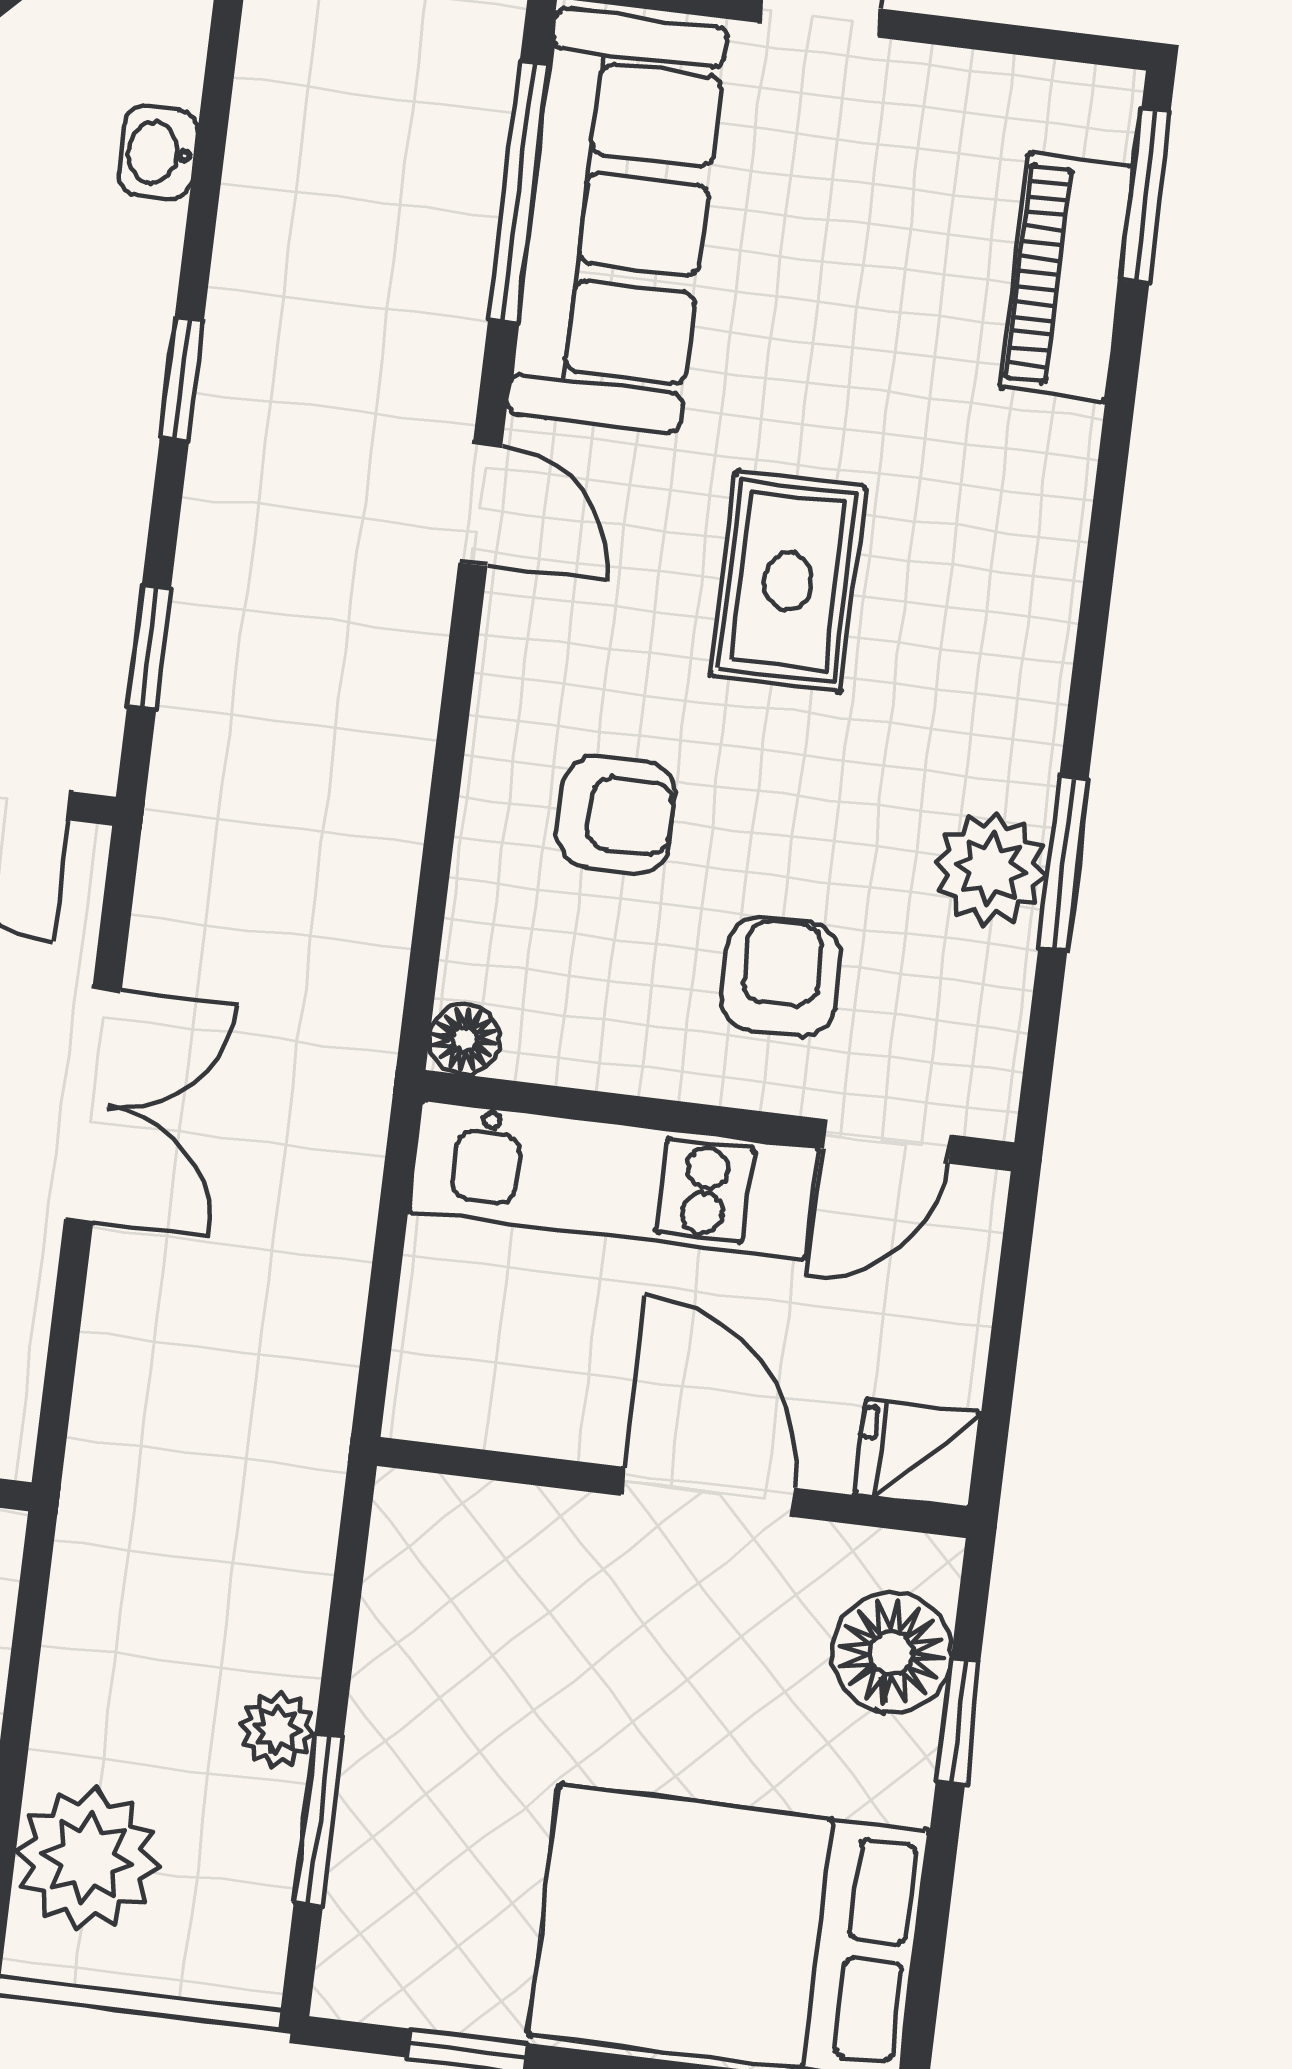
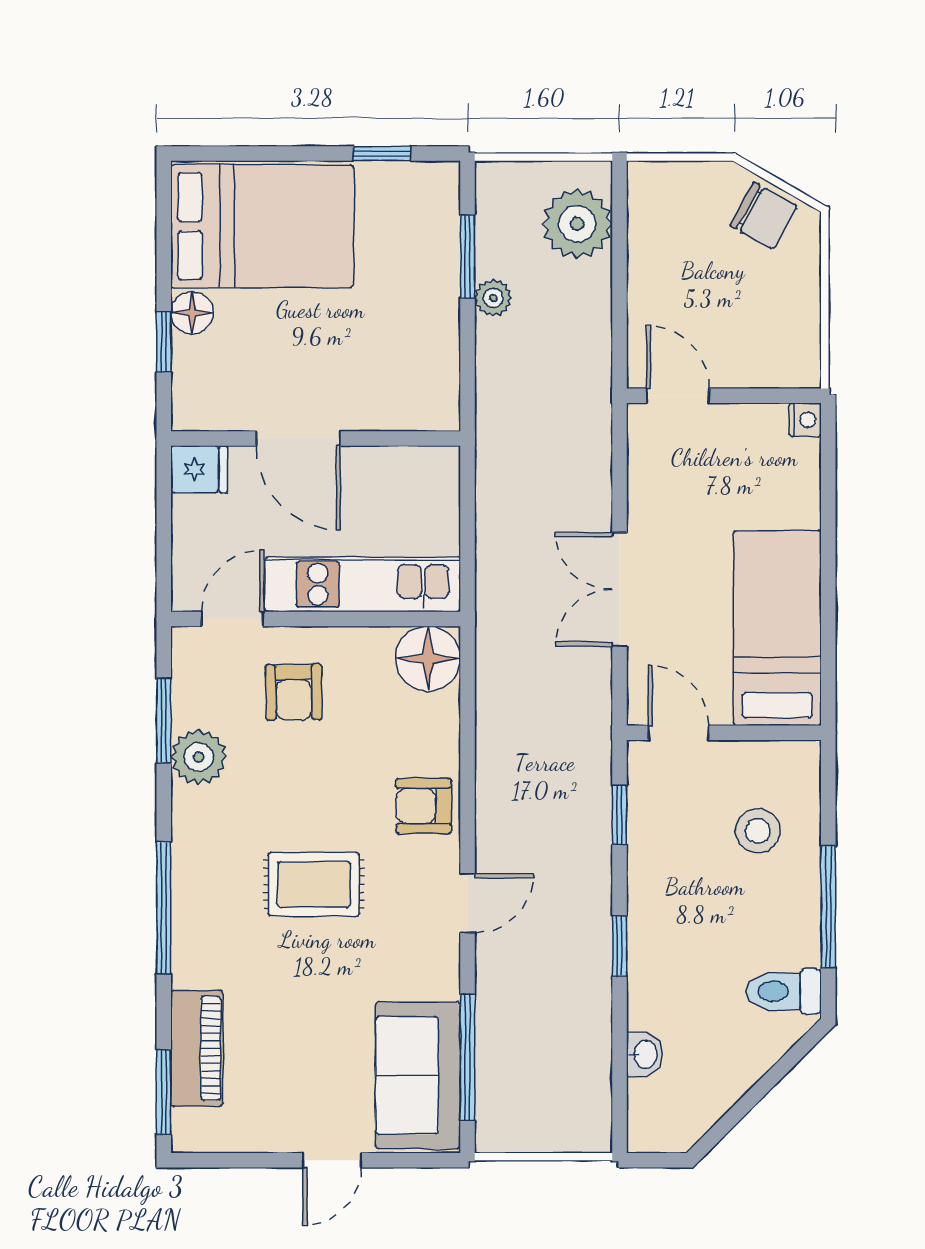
sofa: (617, 221) -> (418, 1075), width x0.73
door: (480, 504) -> (468, 903), swing flipped
window: (1099, 571) -> (164, 908), added
rug: (788, 581) -> (314, 884), turned 90
armchair: (617, 814) -> (424, 806), moved
window: (1063, 864) -> (164, 721), moved
floor lamp: (465, 1039) -> (428, 658), width x1.89, depth x1.89
floor lamp: (891, 1653) -> (192, 313), moved, width x0.73, depth x0.73

